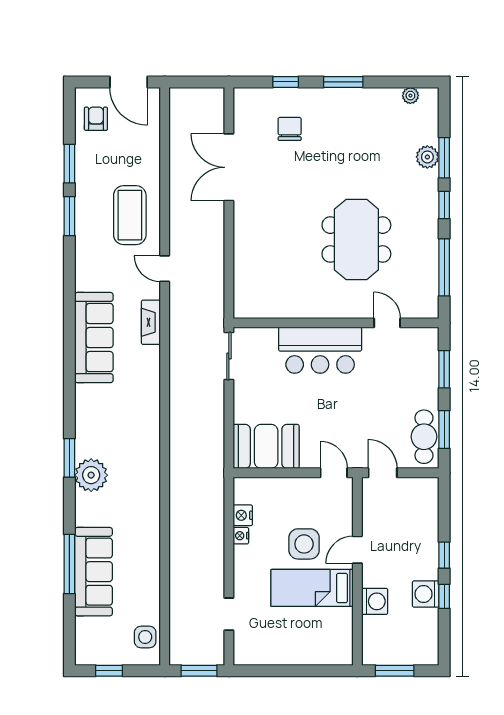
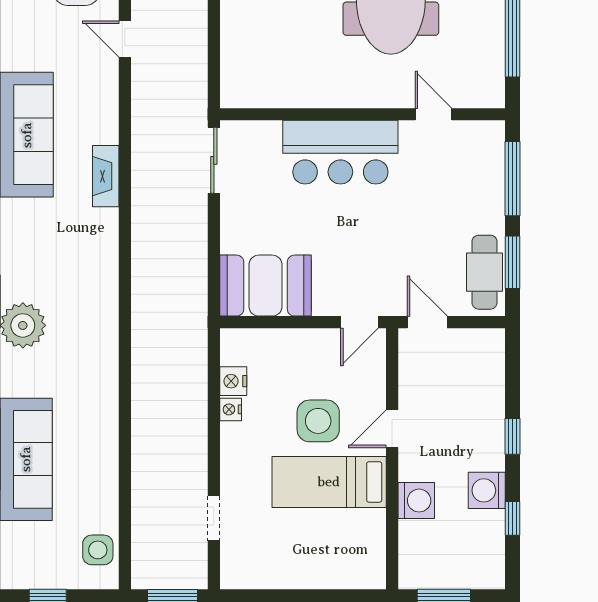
fireplace: (151, 322) -> (106, 176), moved
window: (444, 369) -> (512, 179), width x1.44
door: (334, 473) -> (359, 322), swing flipped
window: (444, 596) -> (512, 518), moved

